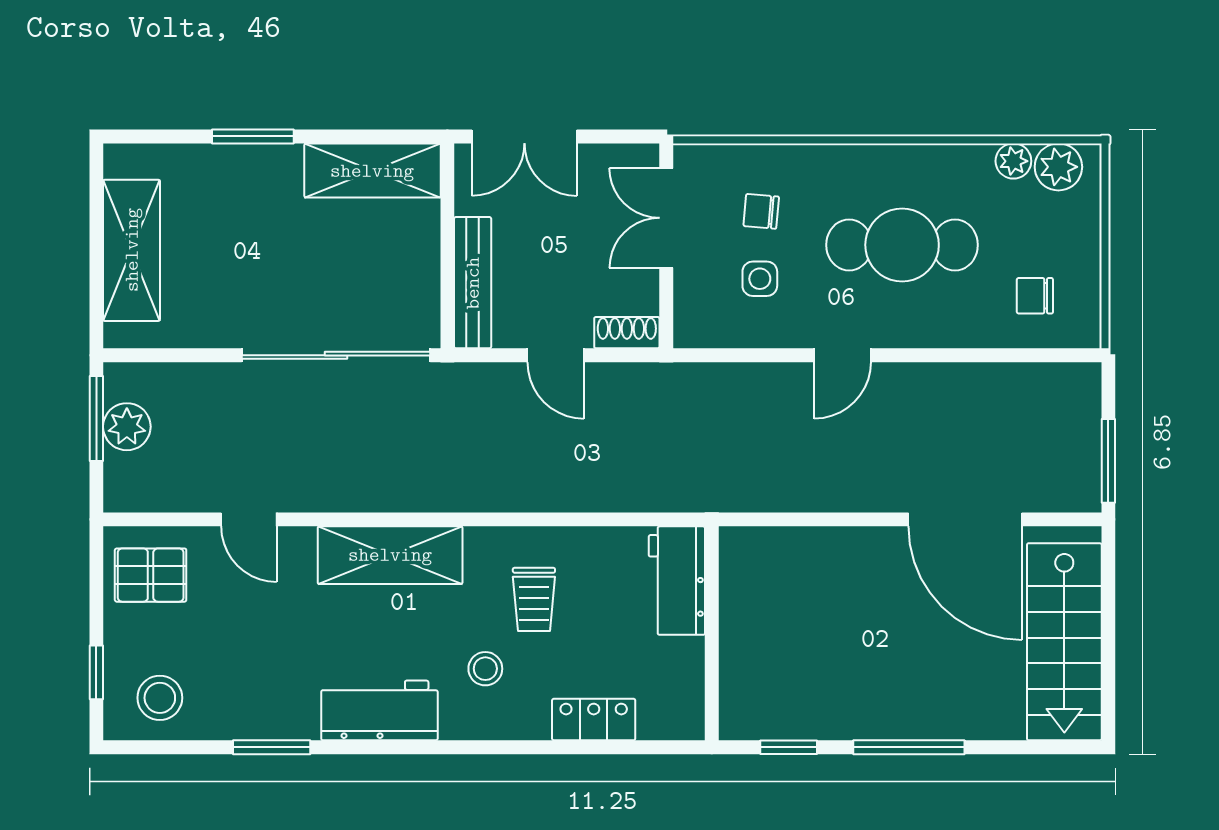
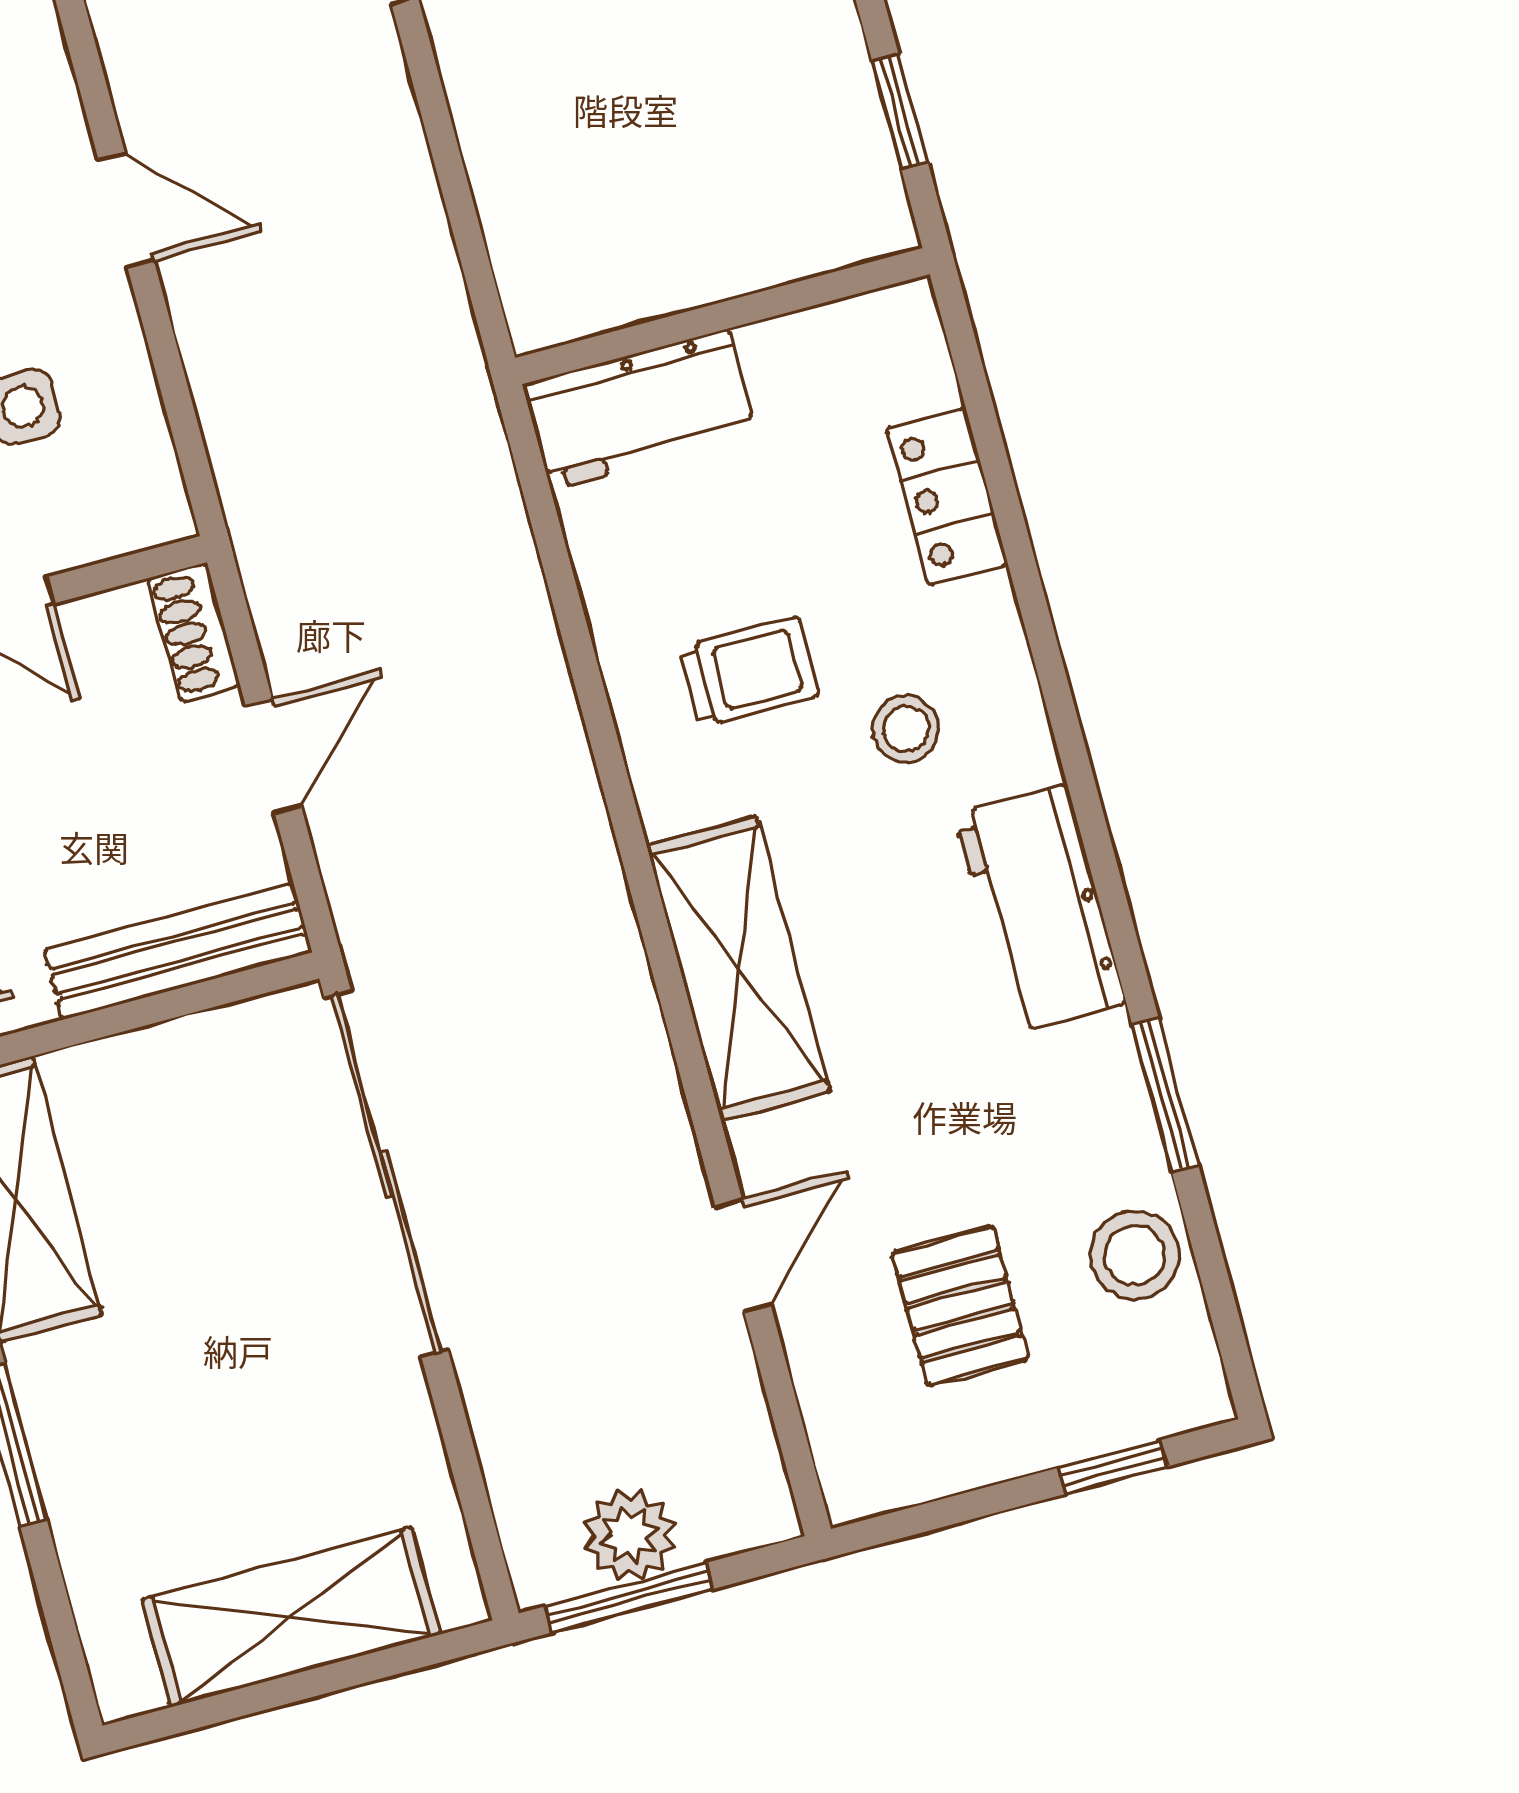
pallet: (151, 575) -> (960, 1306), moved
stool: (160, 698) -> (1135, 1255), moved

